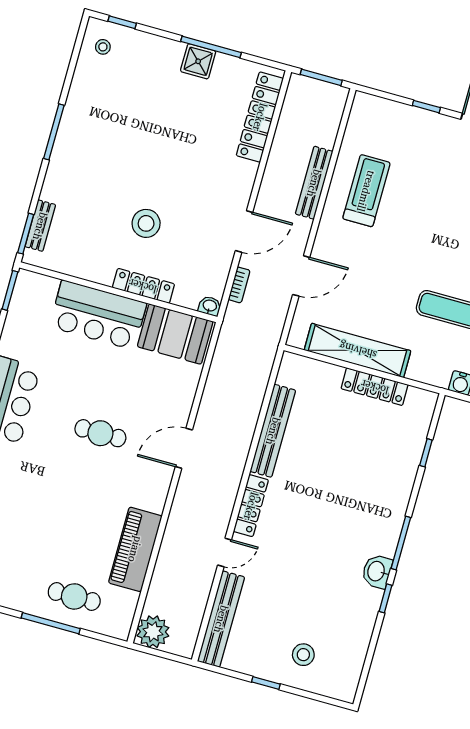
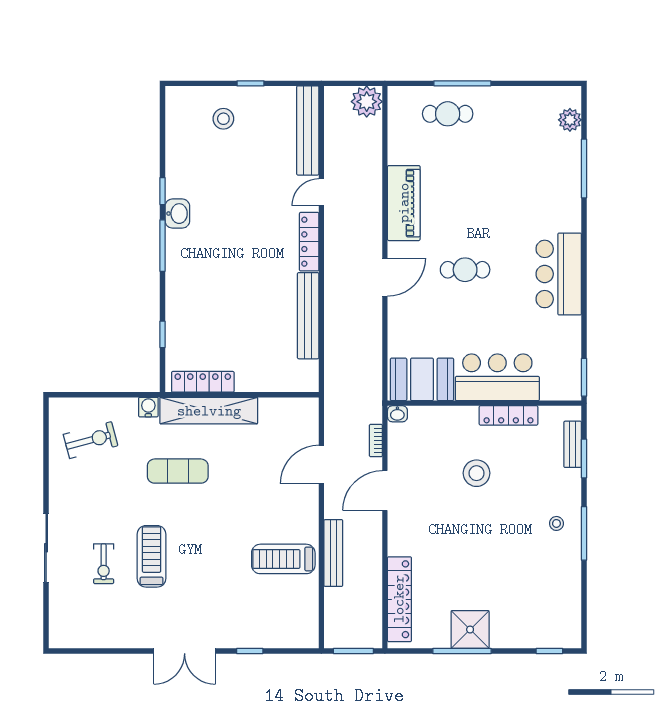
stool: (103, 47) -> (556, 523), moved
shower: (198, 61) -> (470, 630), width x1.36, depth x1.36
treadmill: (366, 191) -> (283, 559), turned 90
window: (26, 234) -> (584, 458), moved
locker: (143, 286) -> (509, 415), moved
shelving: (358, 350) -> (209, 411), moved
locker: (375, 387) -> (203, 382), moved
piano: (135, 549) -> (404, 203), moved

